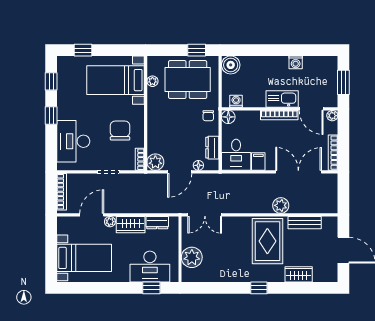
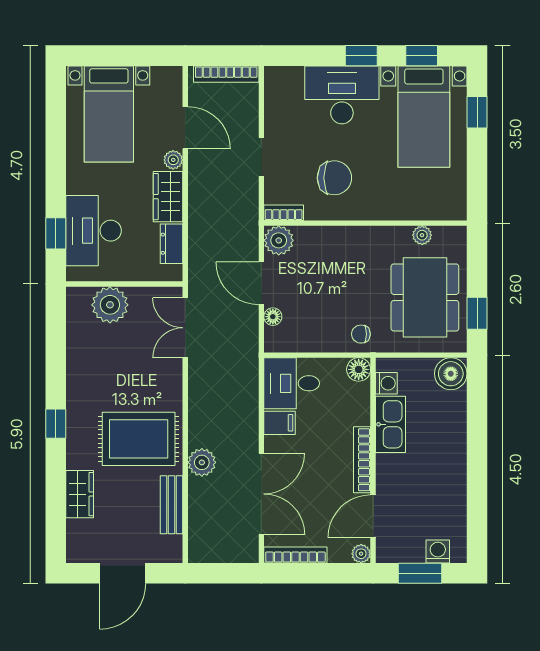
washing machine: (296, 62) -> (438, 551), moved, turned 90
bed with nightstands: (116, 80) -> (424, 117), moved, turned 180
kitchen sink: (282, 99) -> (390, 424), moved
desk: (73, 141) -> (342, 95), moved
dresser: (212, 148) -> (304, 341), removed

